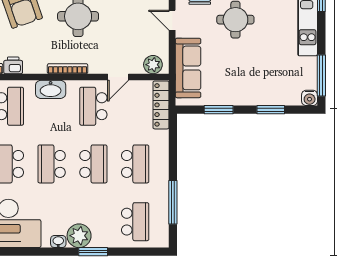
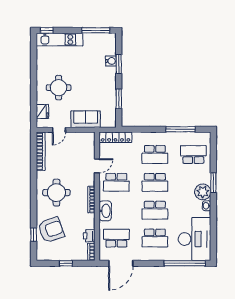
plant: (153, 65) -> (89, 143), removed
sofa: (188, 68) -> (86, 119), width x0.73
door: (118, 77) -> (97, 166), hinge flipped
water cooler: (310, 98) -> (111, 61), moved
school desk: (93, 164) -> (155, 182), turned 180
school desk: (135, 164) -> (155, 154), turned 180

